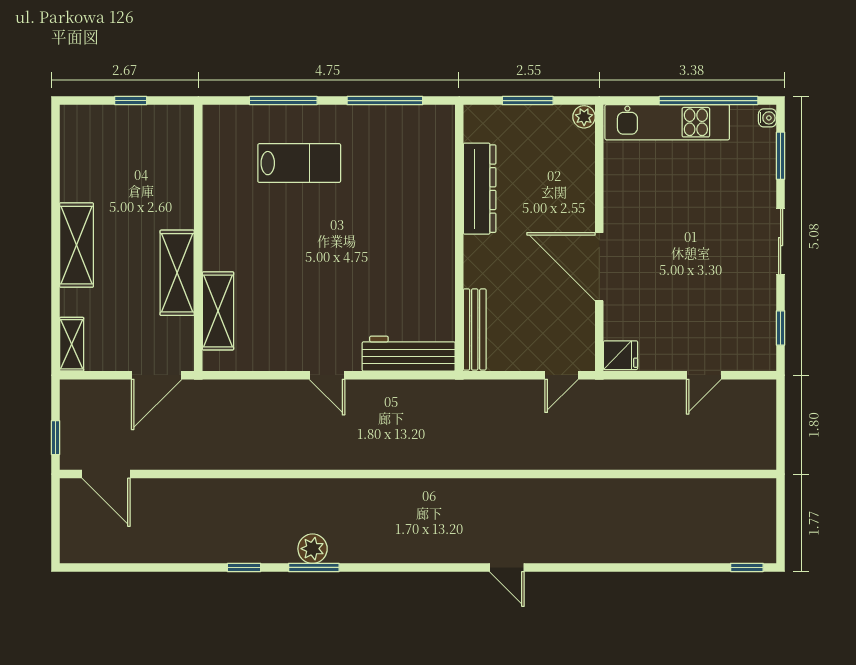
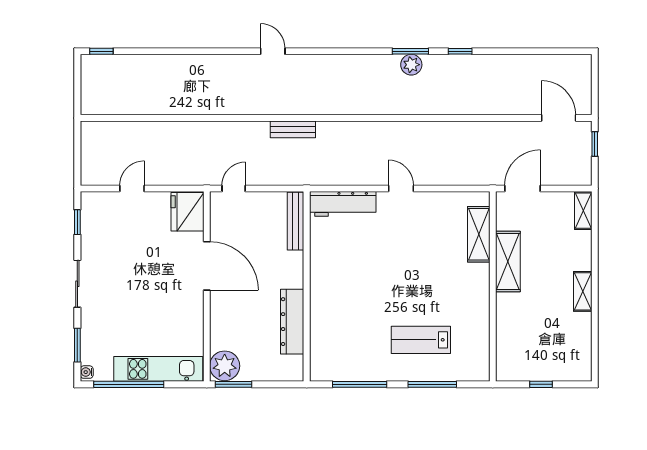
window: (528, 101) -> (233, 384), moved
plant: (584, 117) -> (225, 366), width x1.87, depth x1.87
shelving: (76, 245) -> (583, 291), width x0.67, depth x0.75
fridge: (621, 355) -> (187, 212), width x1.88, depth x1.34
bench: (479, 458) -> (293, 129), added

